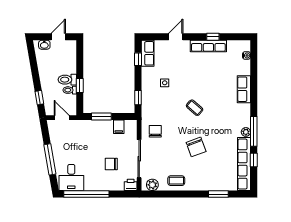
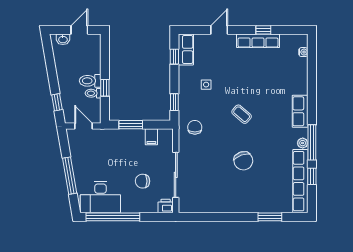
row of seats: (244, 89) -> (300, 111), moved
chair: (155, 131) -> (195, 127), moved
desk: (71, 177) -> (100, 197), width x1.37
coffee table: (176, 181) -> (220, 201), removed
plant: (152, 185) -> (191, 206), removed

